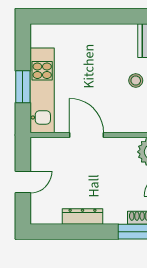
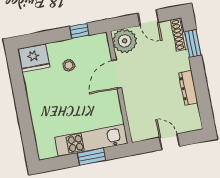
door: (86, 135) -> (117, 74), moved

